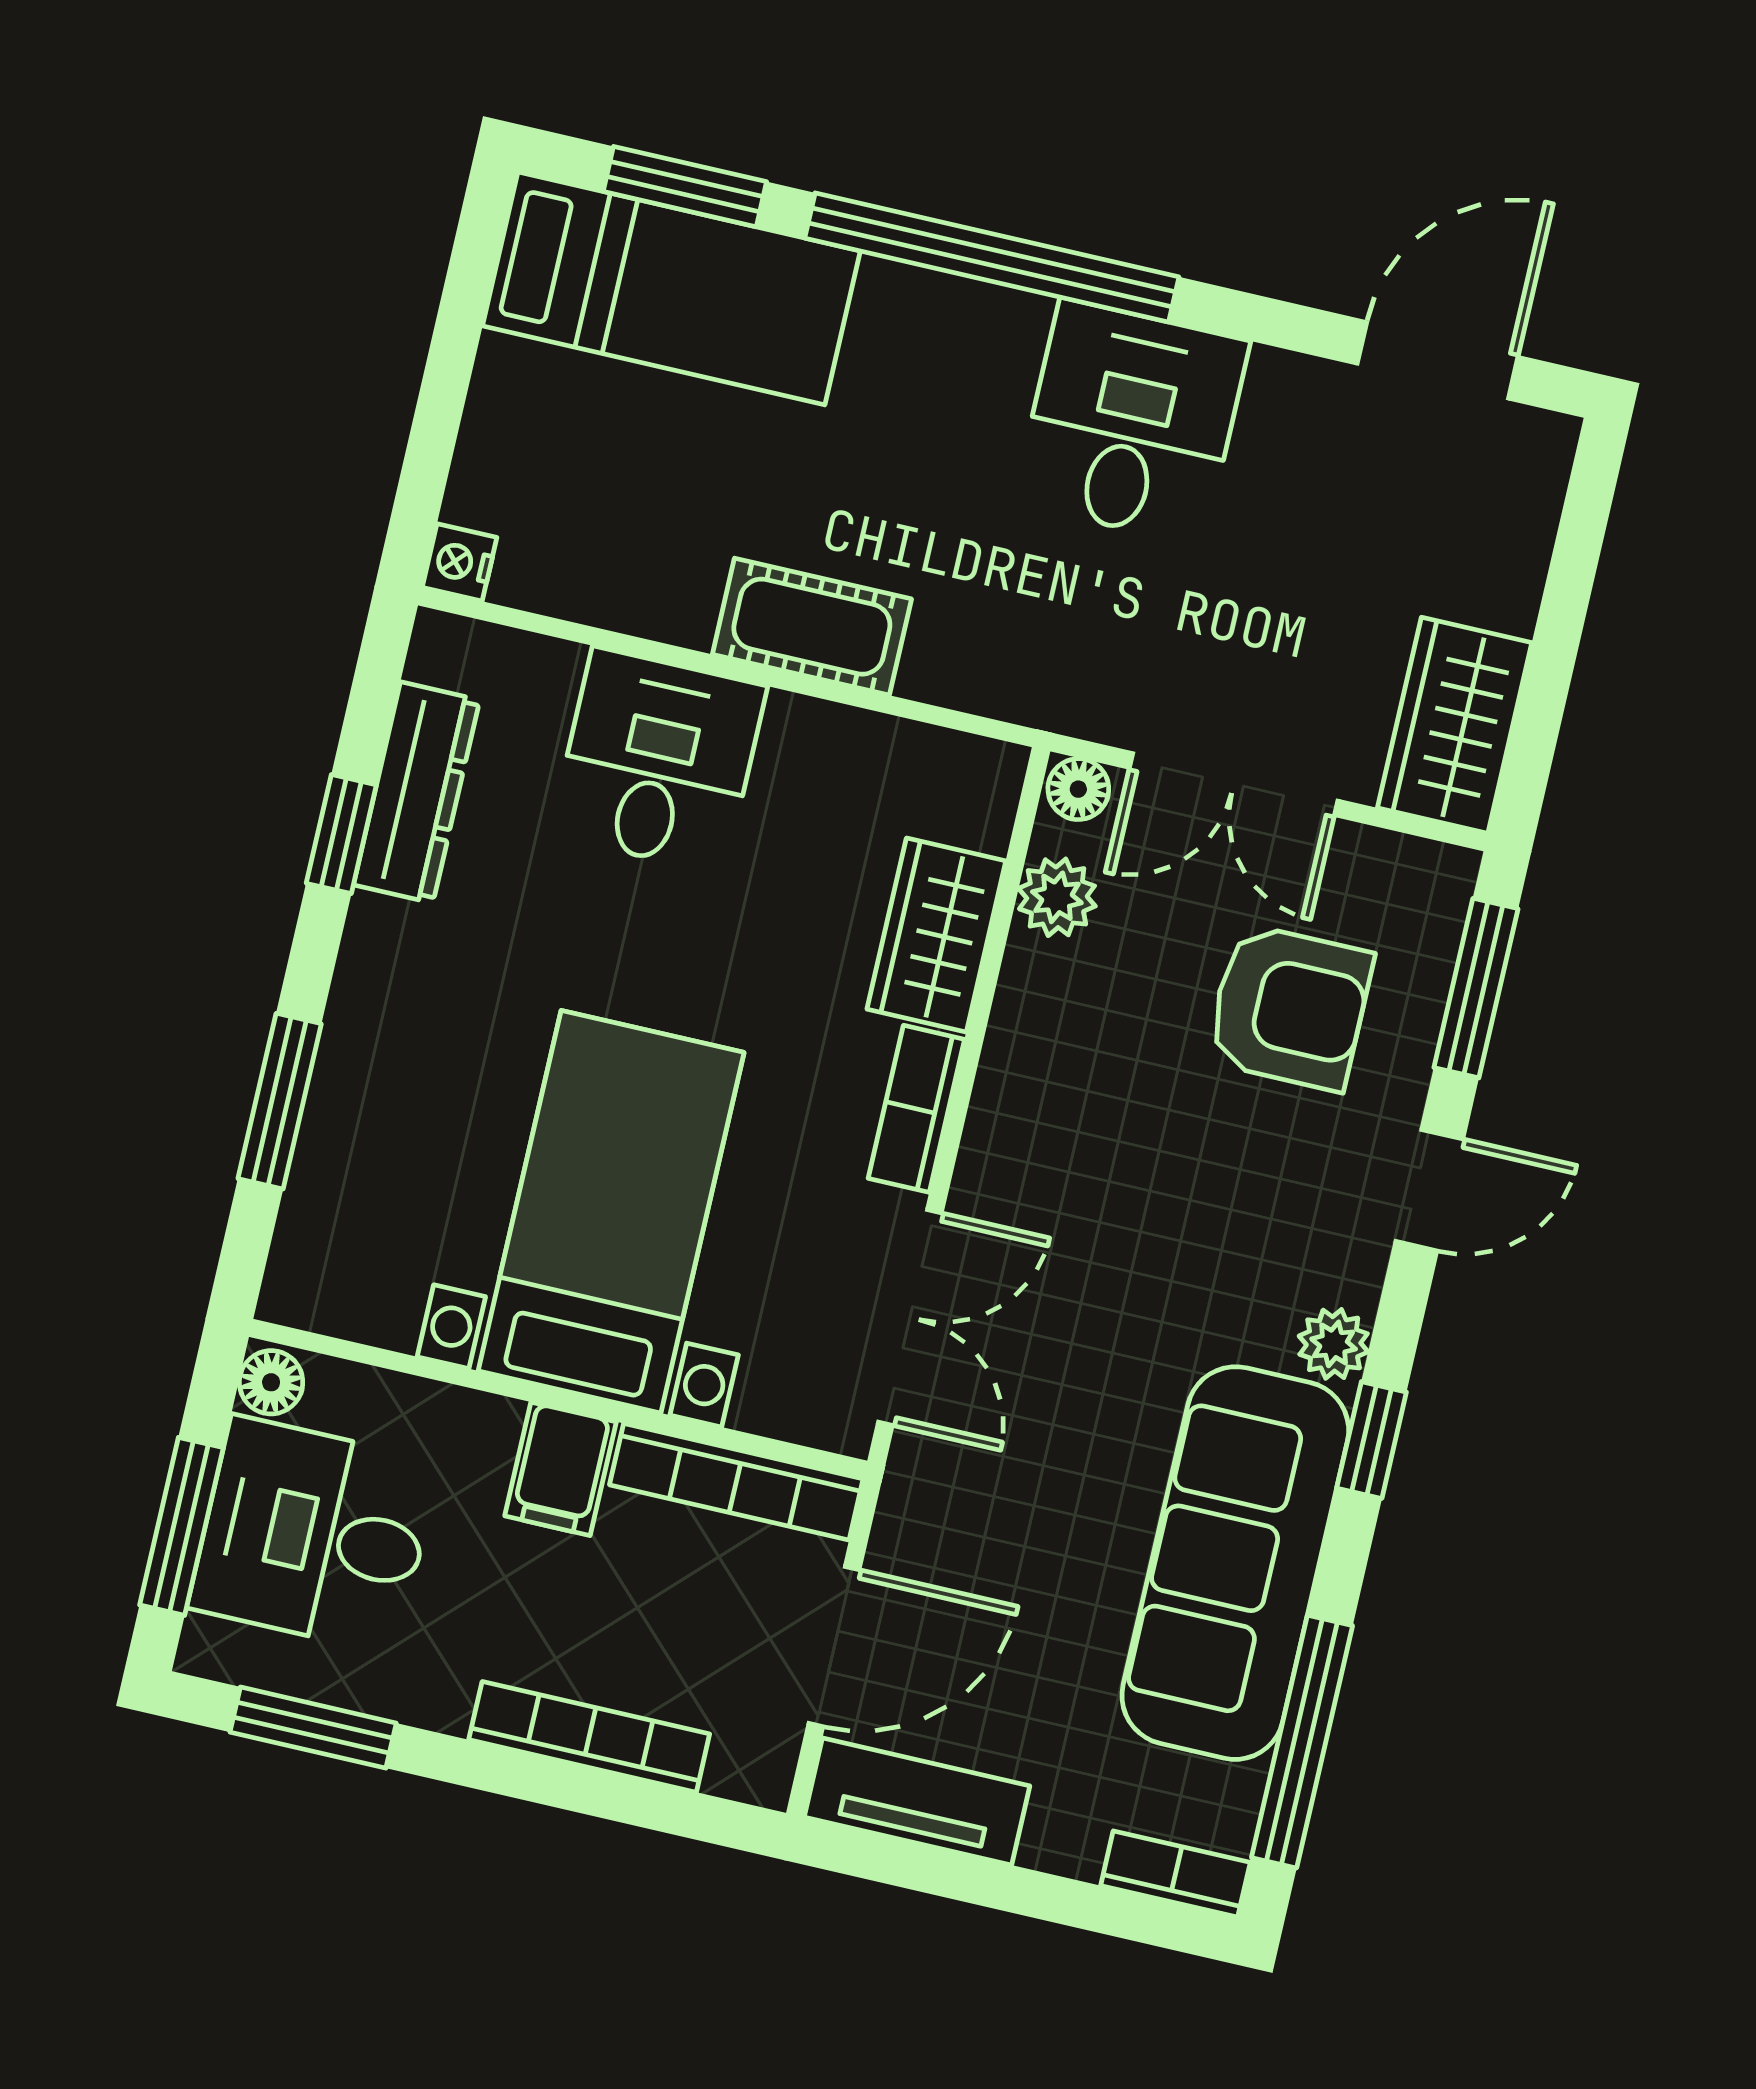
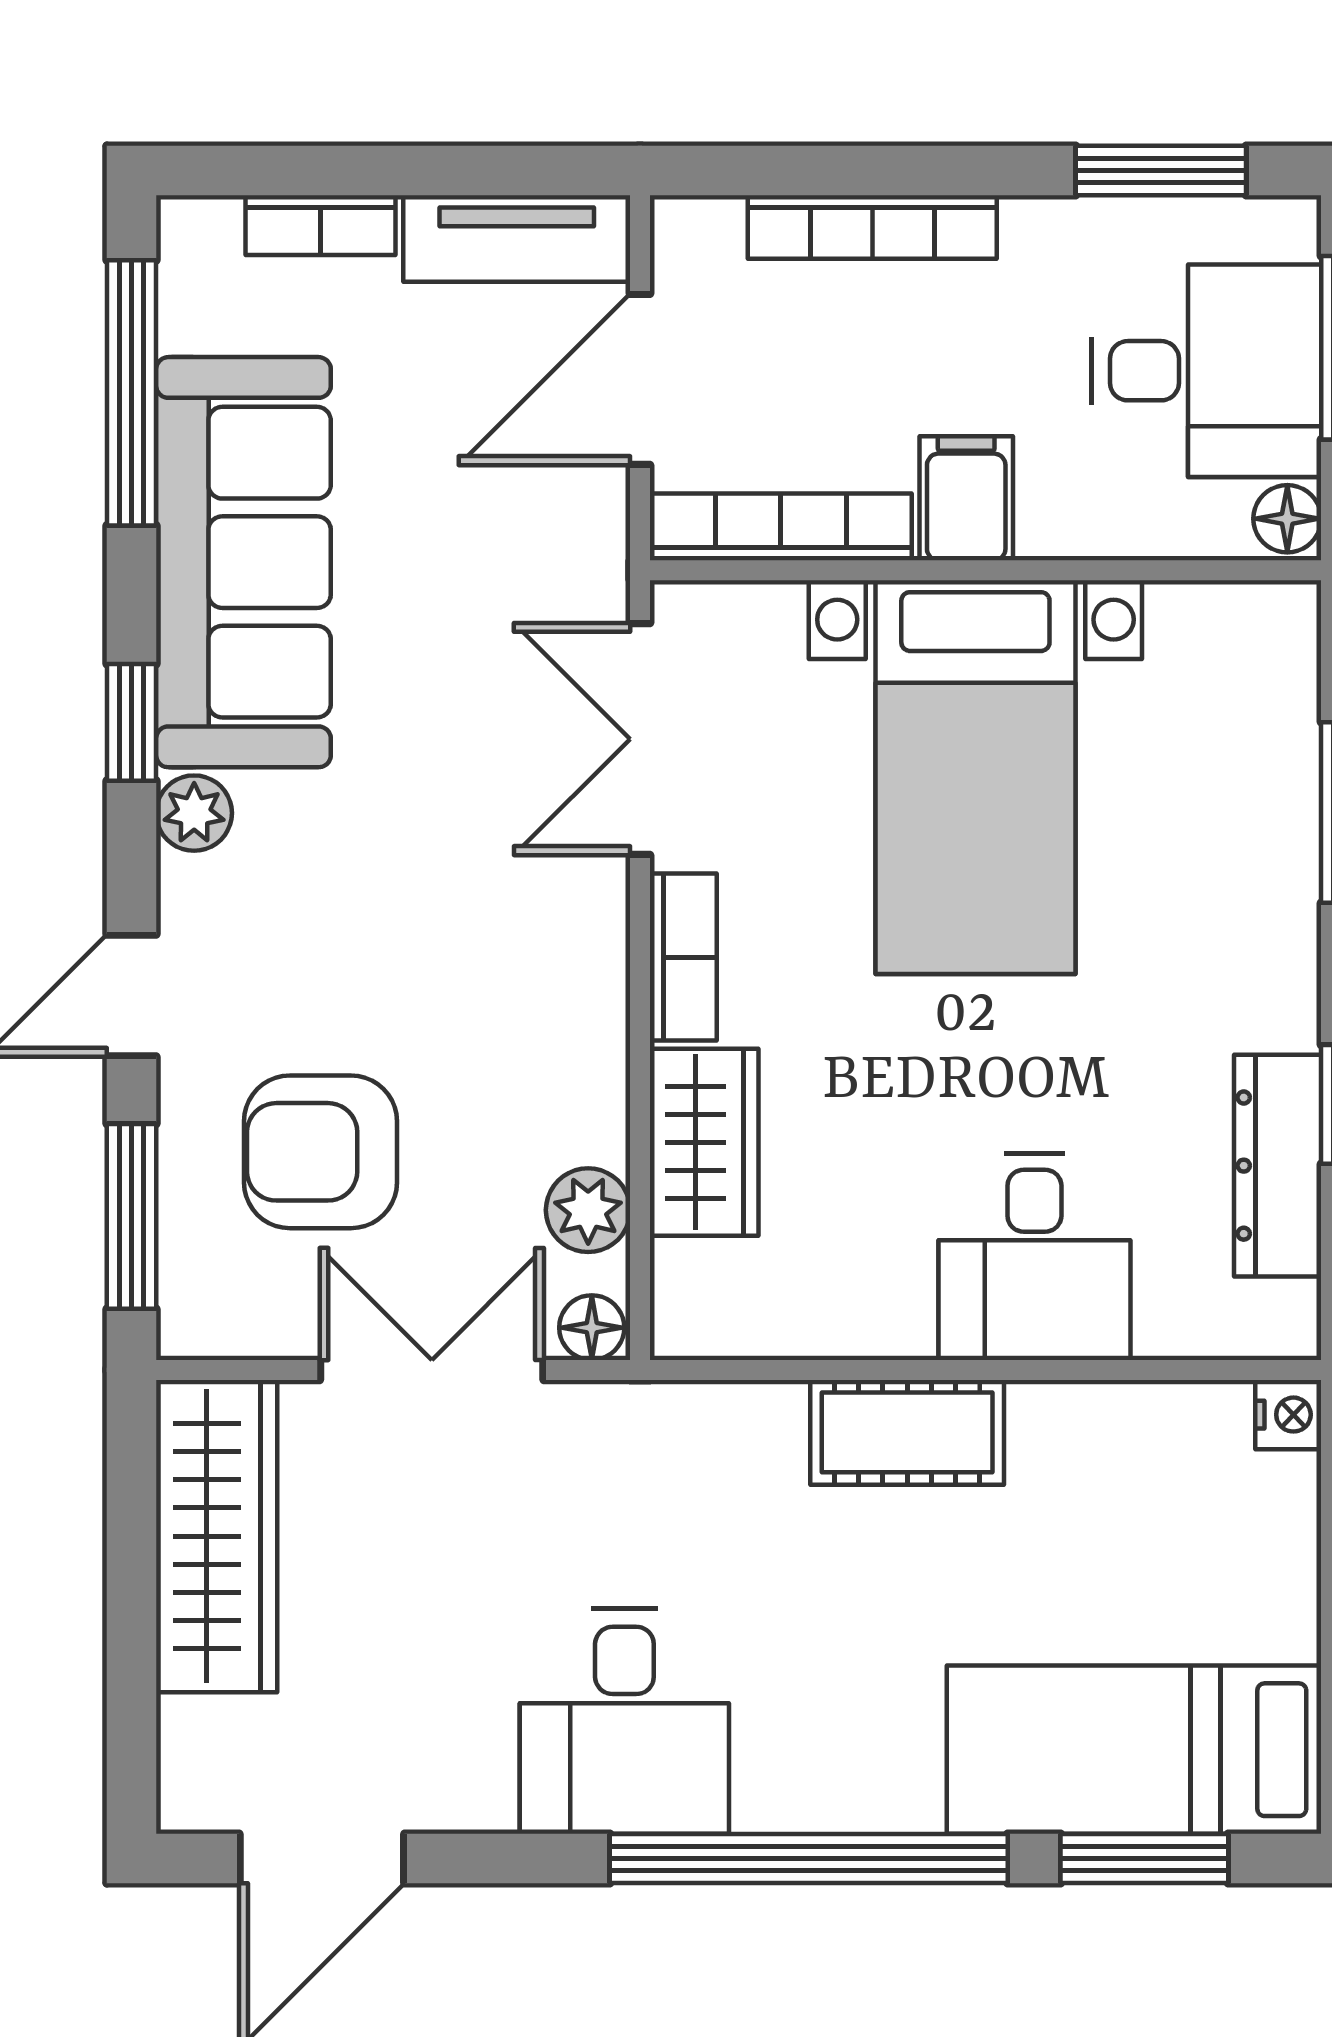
wardrobe: (1455, 725) -> (217, 1536), width x1.50
bookcase: (1175, 1874) -> (321, 225), moved

